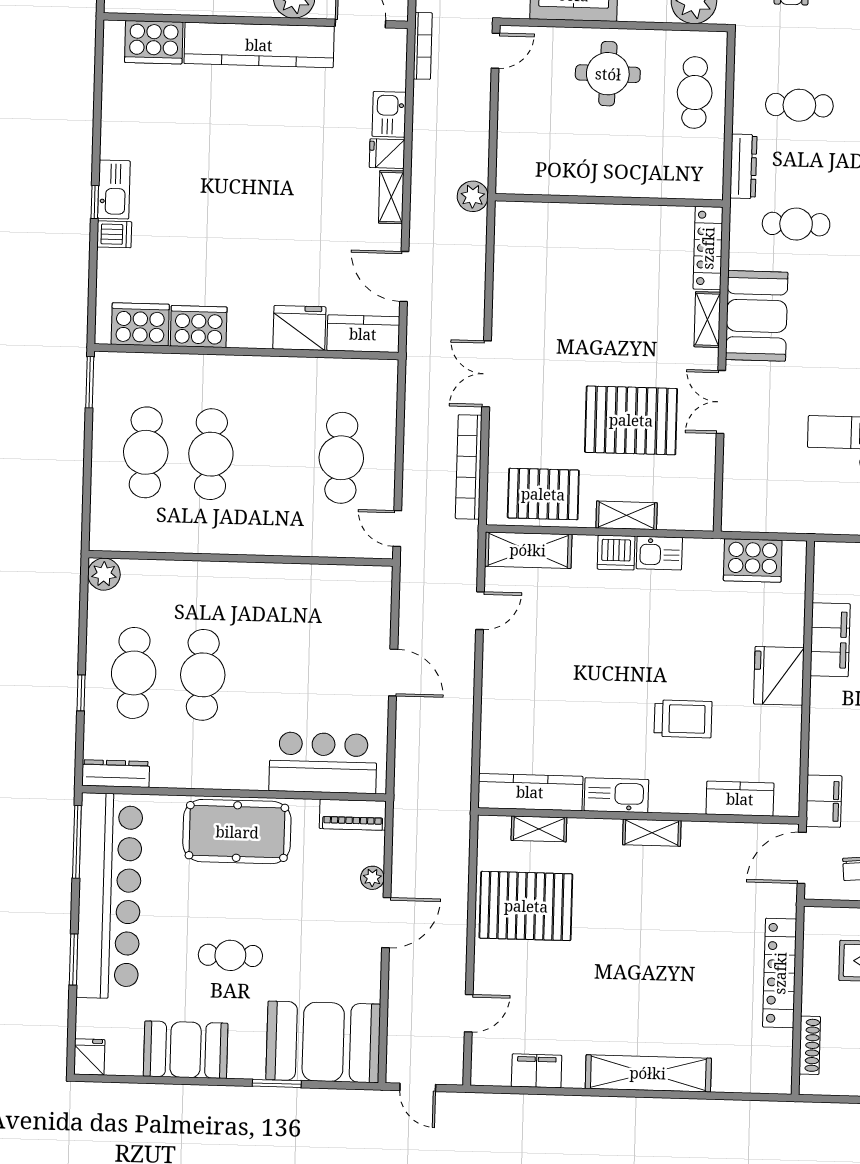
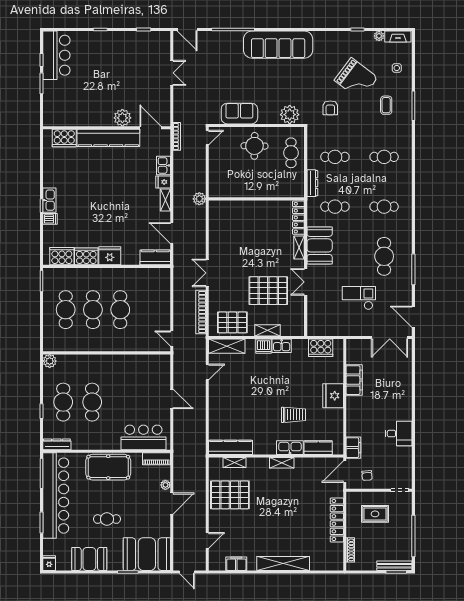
fridge: (299, 328) -> (110, 256), moved
cafe table: (341, 458) -> (120, 310), moved
kitchen sink: (616, 795) -> (290, 448), moved

